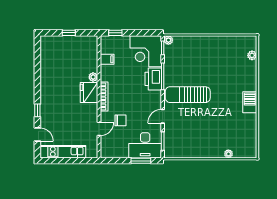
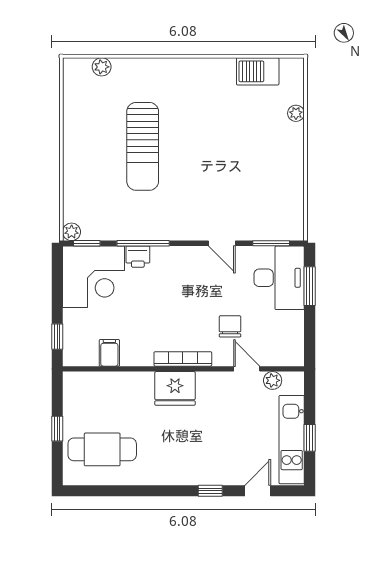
cafe table: (58, 56) -> (102, 449), added
plant: (93, 77) -> (273, 380), moved
printer: (153, 79) -> (138, 257), width x0.53, depth x0.68
sun lounger: (188, 95) -> (143, 146), moved
barbecue: (250, 102) -> (258, 71), moved
window: (64, 161) -> (310, 438), added

